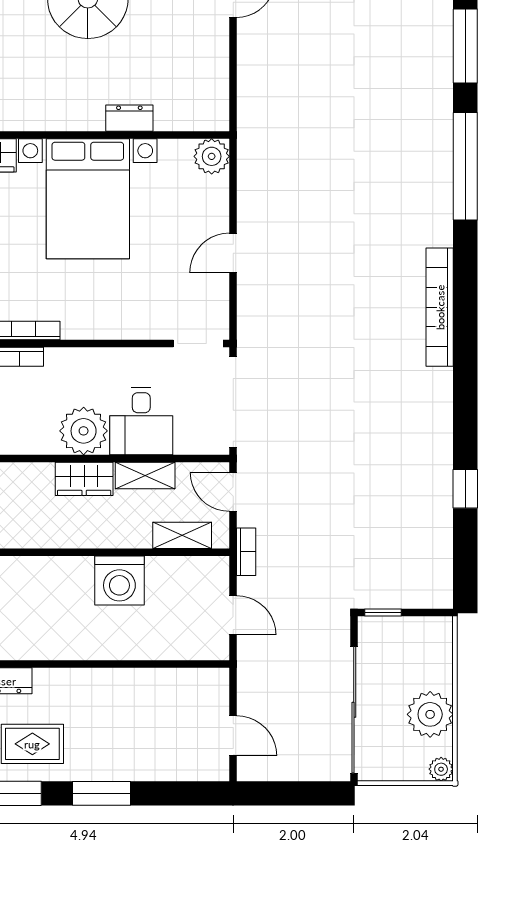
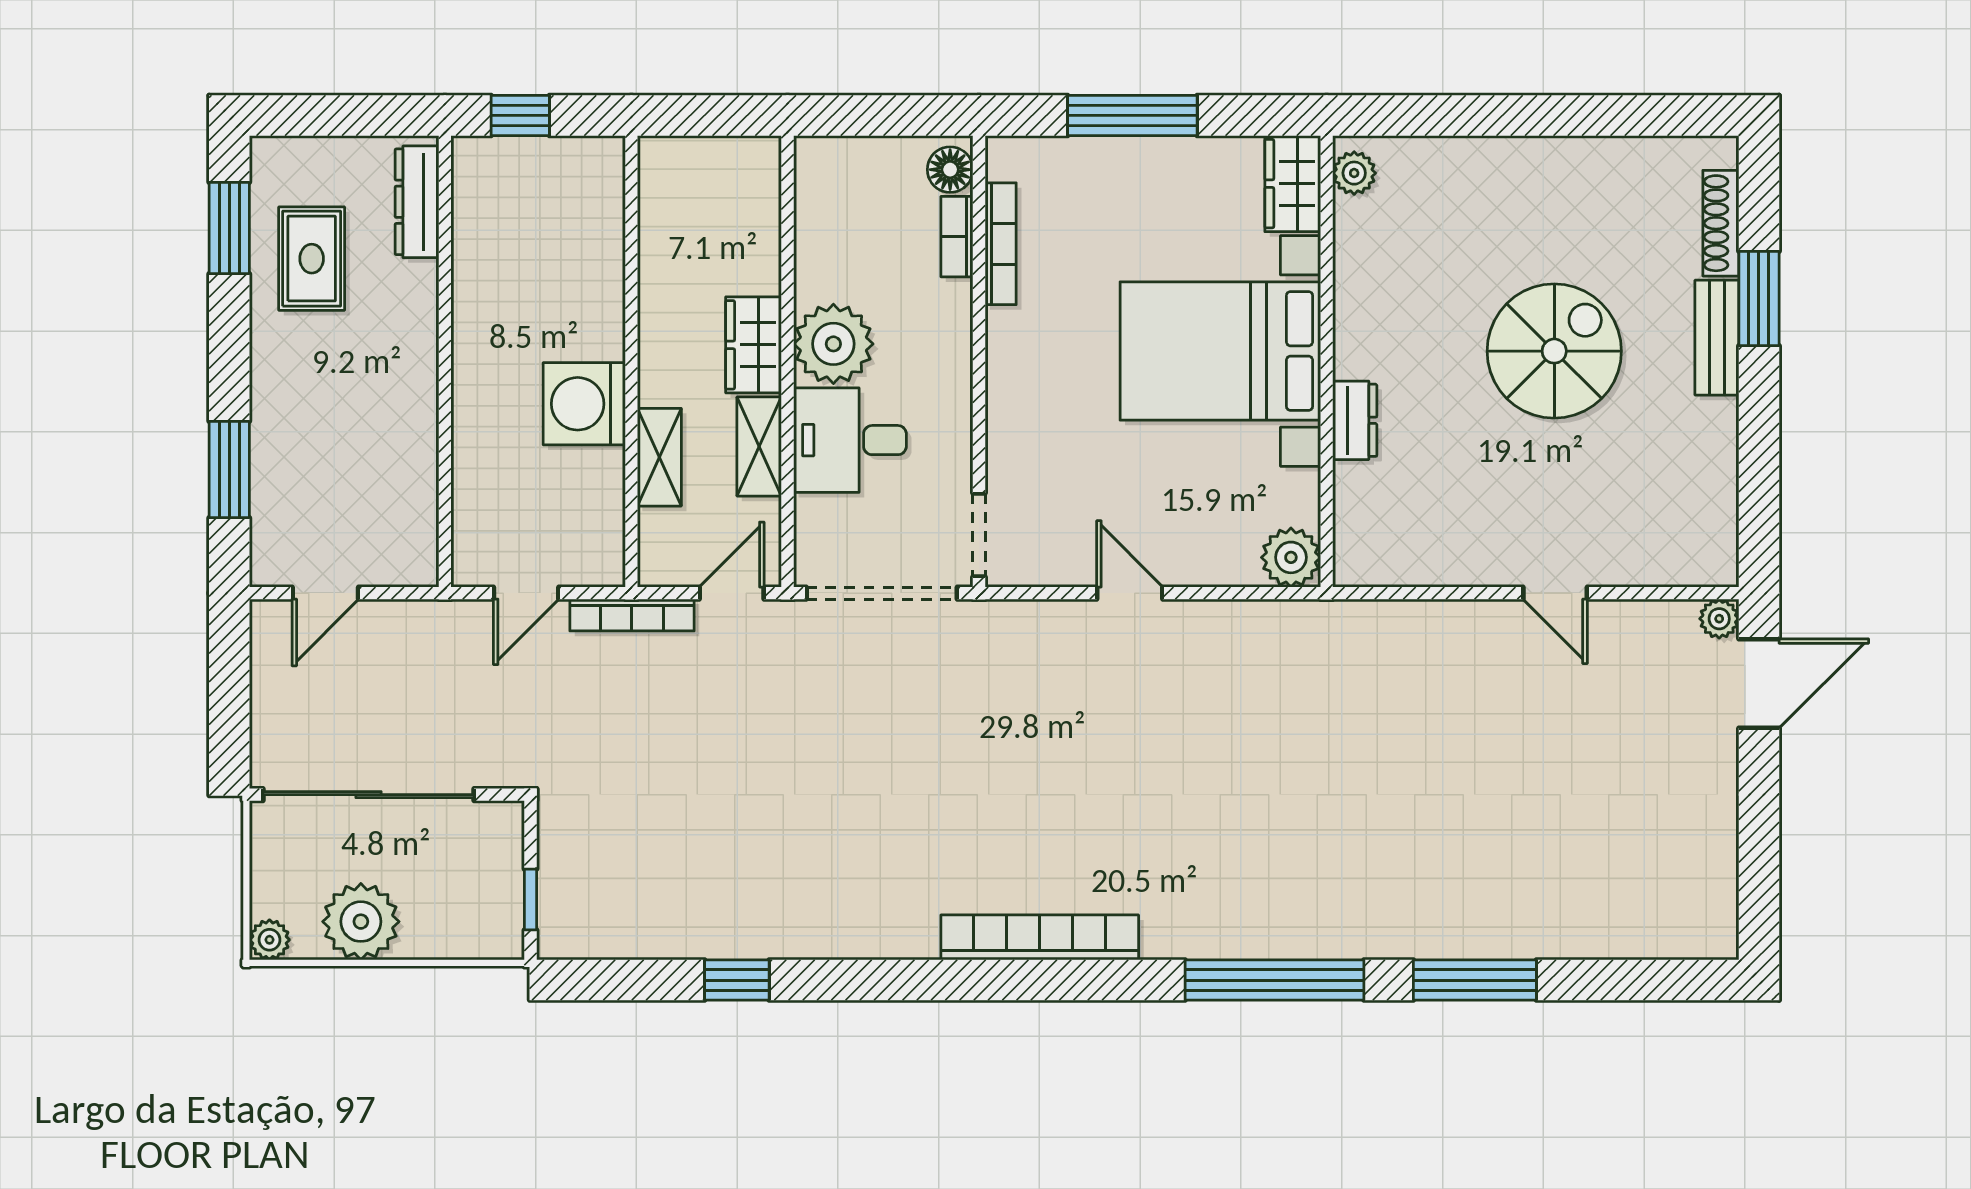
shelving: (182, 535) -> (659, 457), moved
bookcase: (246, 552) -> (632, 615), width x1.56
window: (383, 613) -> (531, 900), moved
window: (101, 793) -> (229, 470), moved

